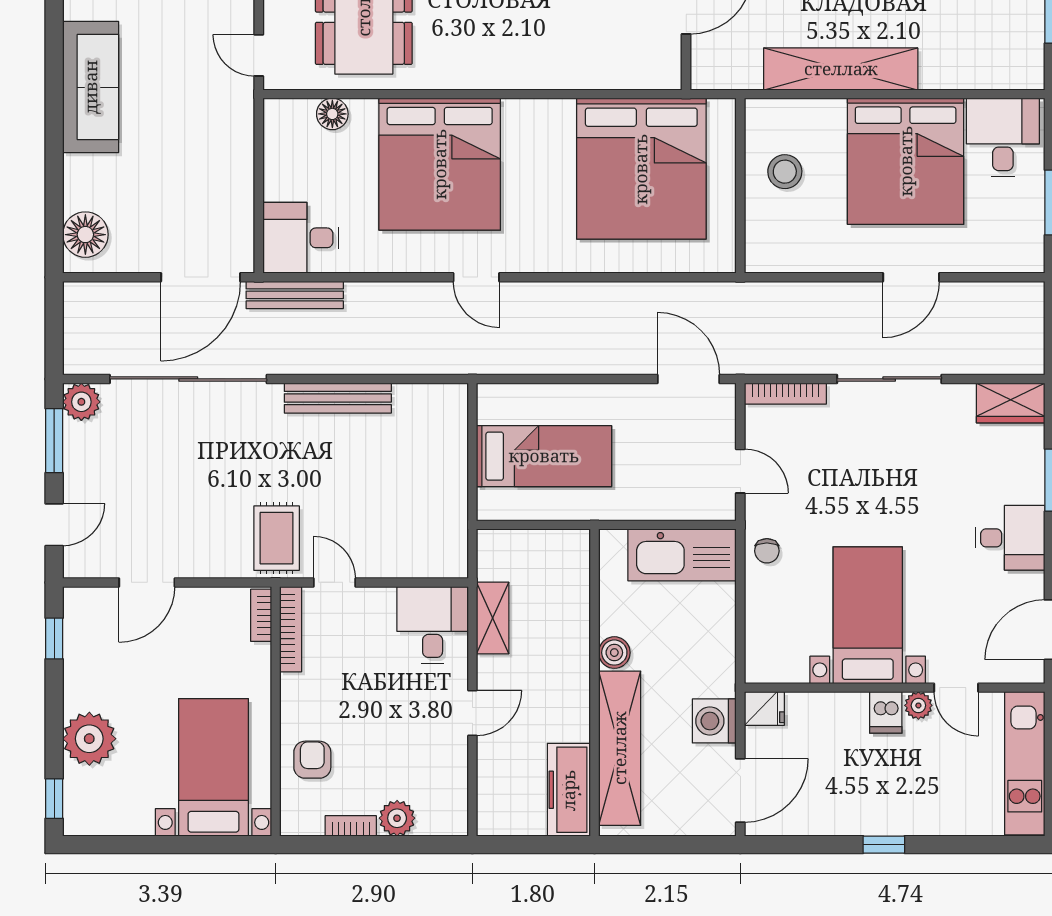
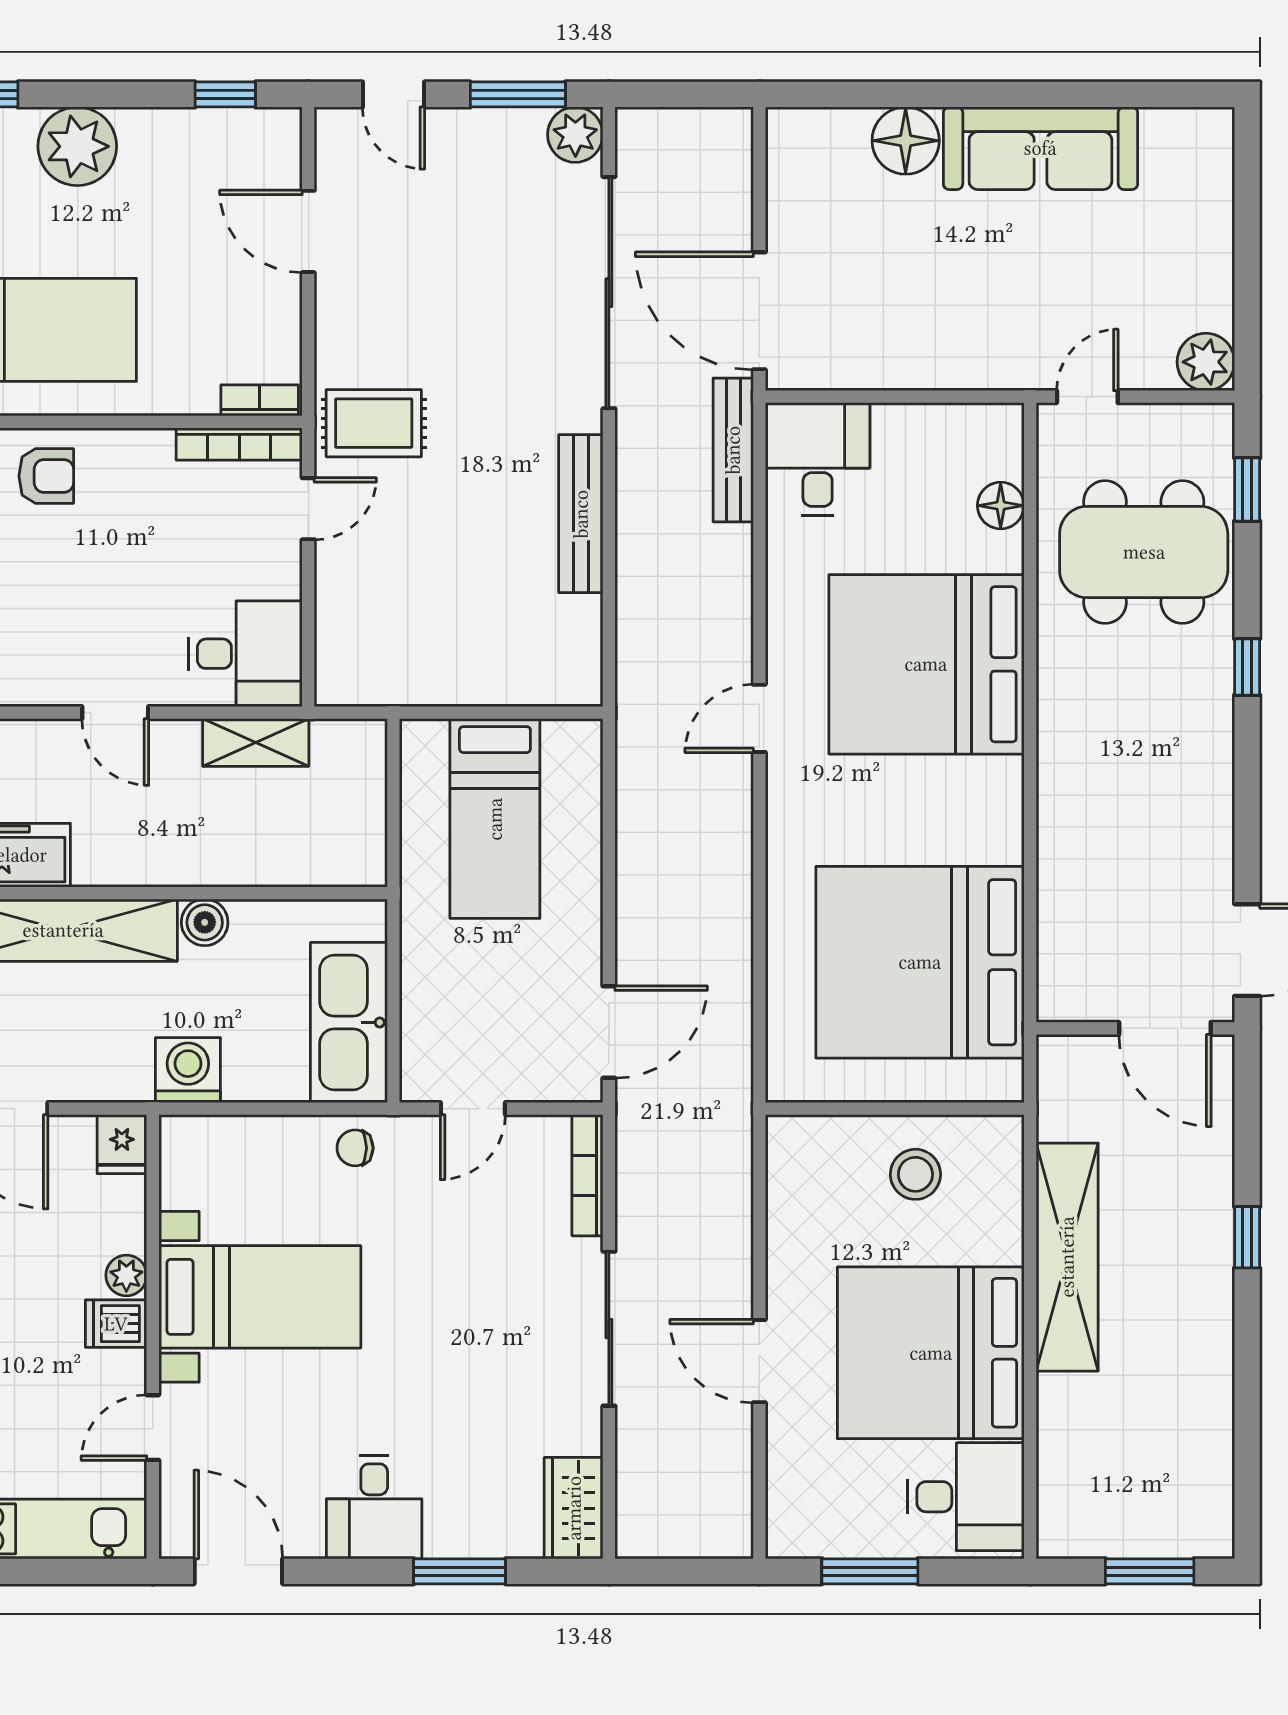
floor lamp: (85, 235) -> (906, 141), moved
plant: (918, 705) -> (126, 1275), moved
washing machine: (714, 721) -> (188, 1070), moved

